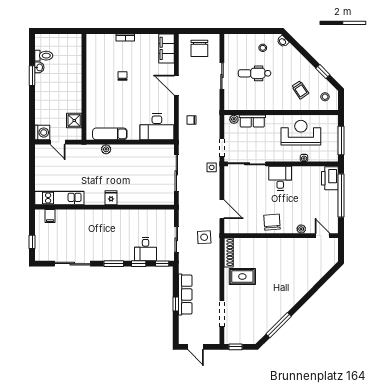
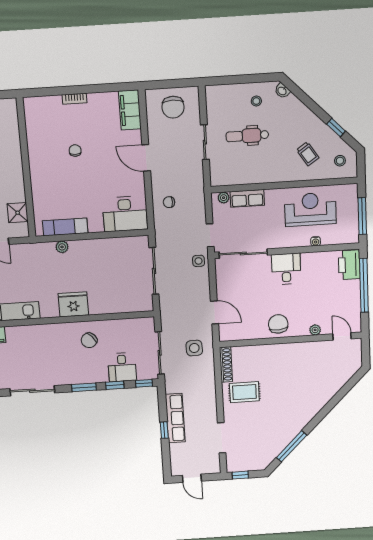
fridge: (111, 198) -> (73, 304), width x1.88, depth x1.34
chair: (121, 225) -> (89, 340), added
sliding door: (176, 239) -> (160, 353), width x1.37

